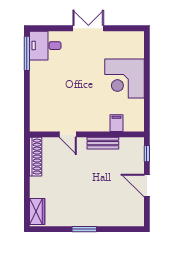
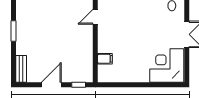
corner desk: (124, 78) -> (167, 66), moved
bench: (103, 143) -> (21, 69), moved

